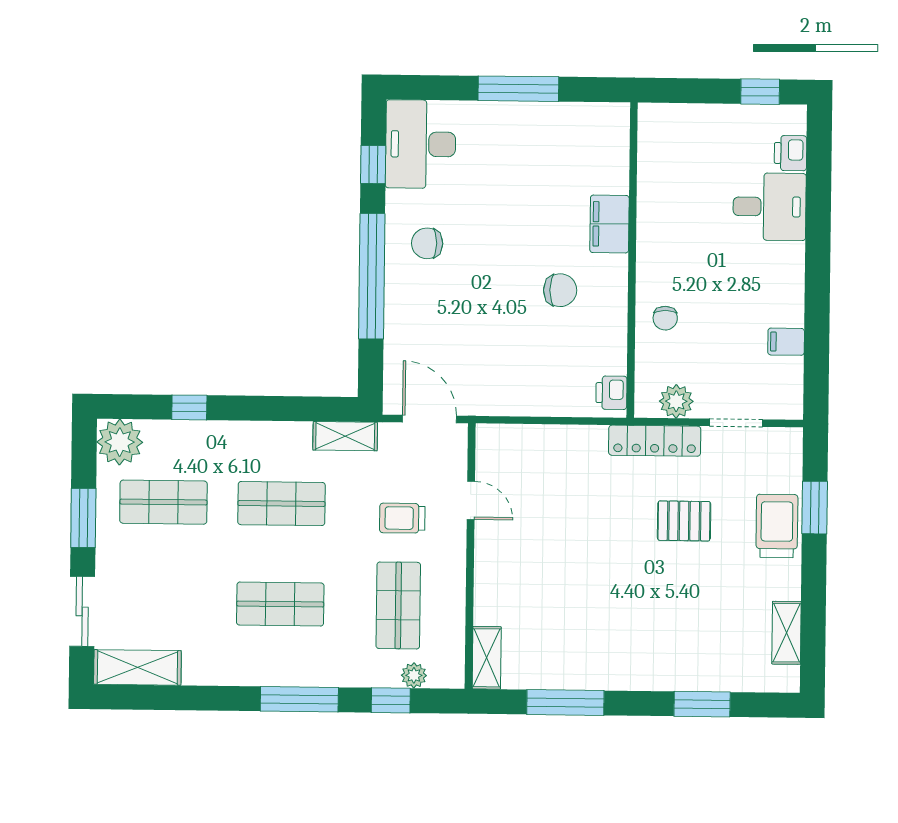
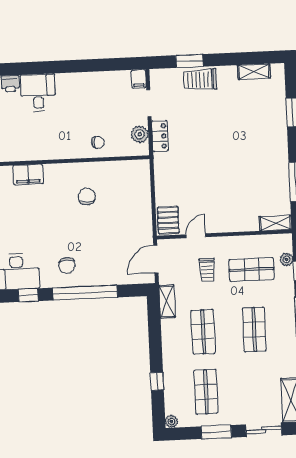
filing cabinet: (609, 224) -> (28, 174), moved
filing cabinet: (786, 342) -> (139, 79), moved
printer: (611, 393) -> (137, 167), removed
locker: (655, 441) -> (160, 136), width x0.66
plant: (120, 442) -> (171, 421), width x0.53, depth x0.53
pallet: (684, 521) -> (168, 220), moved

